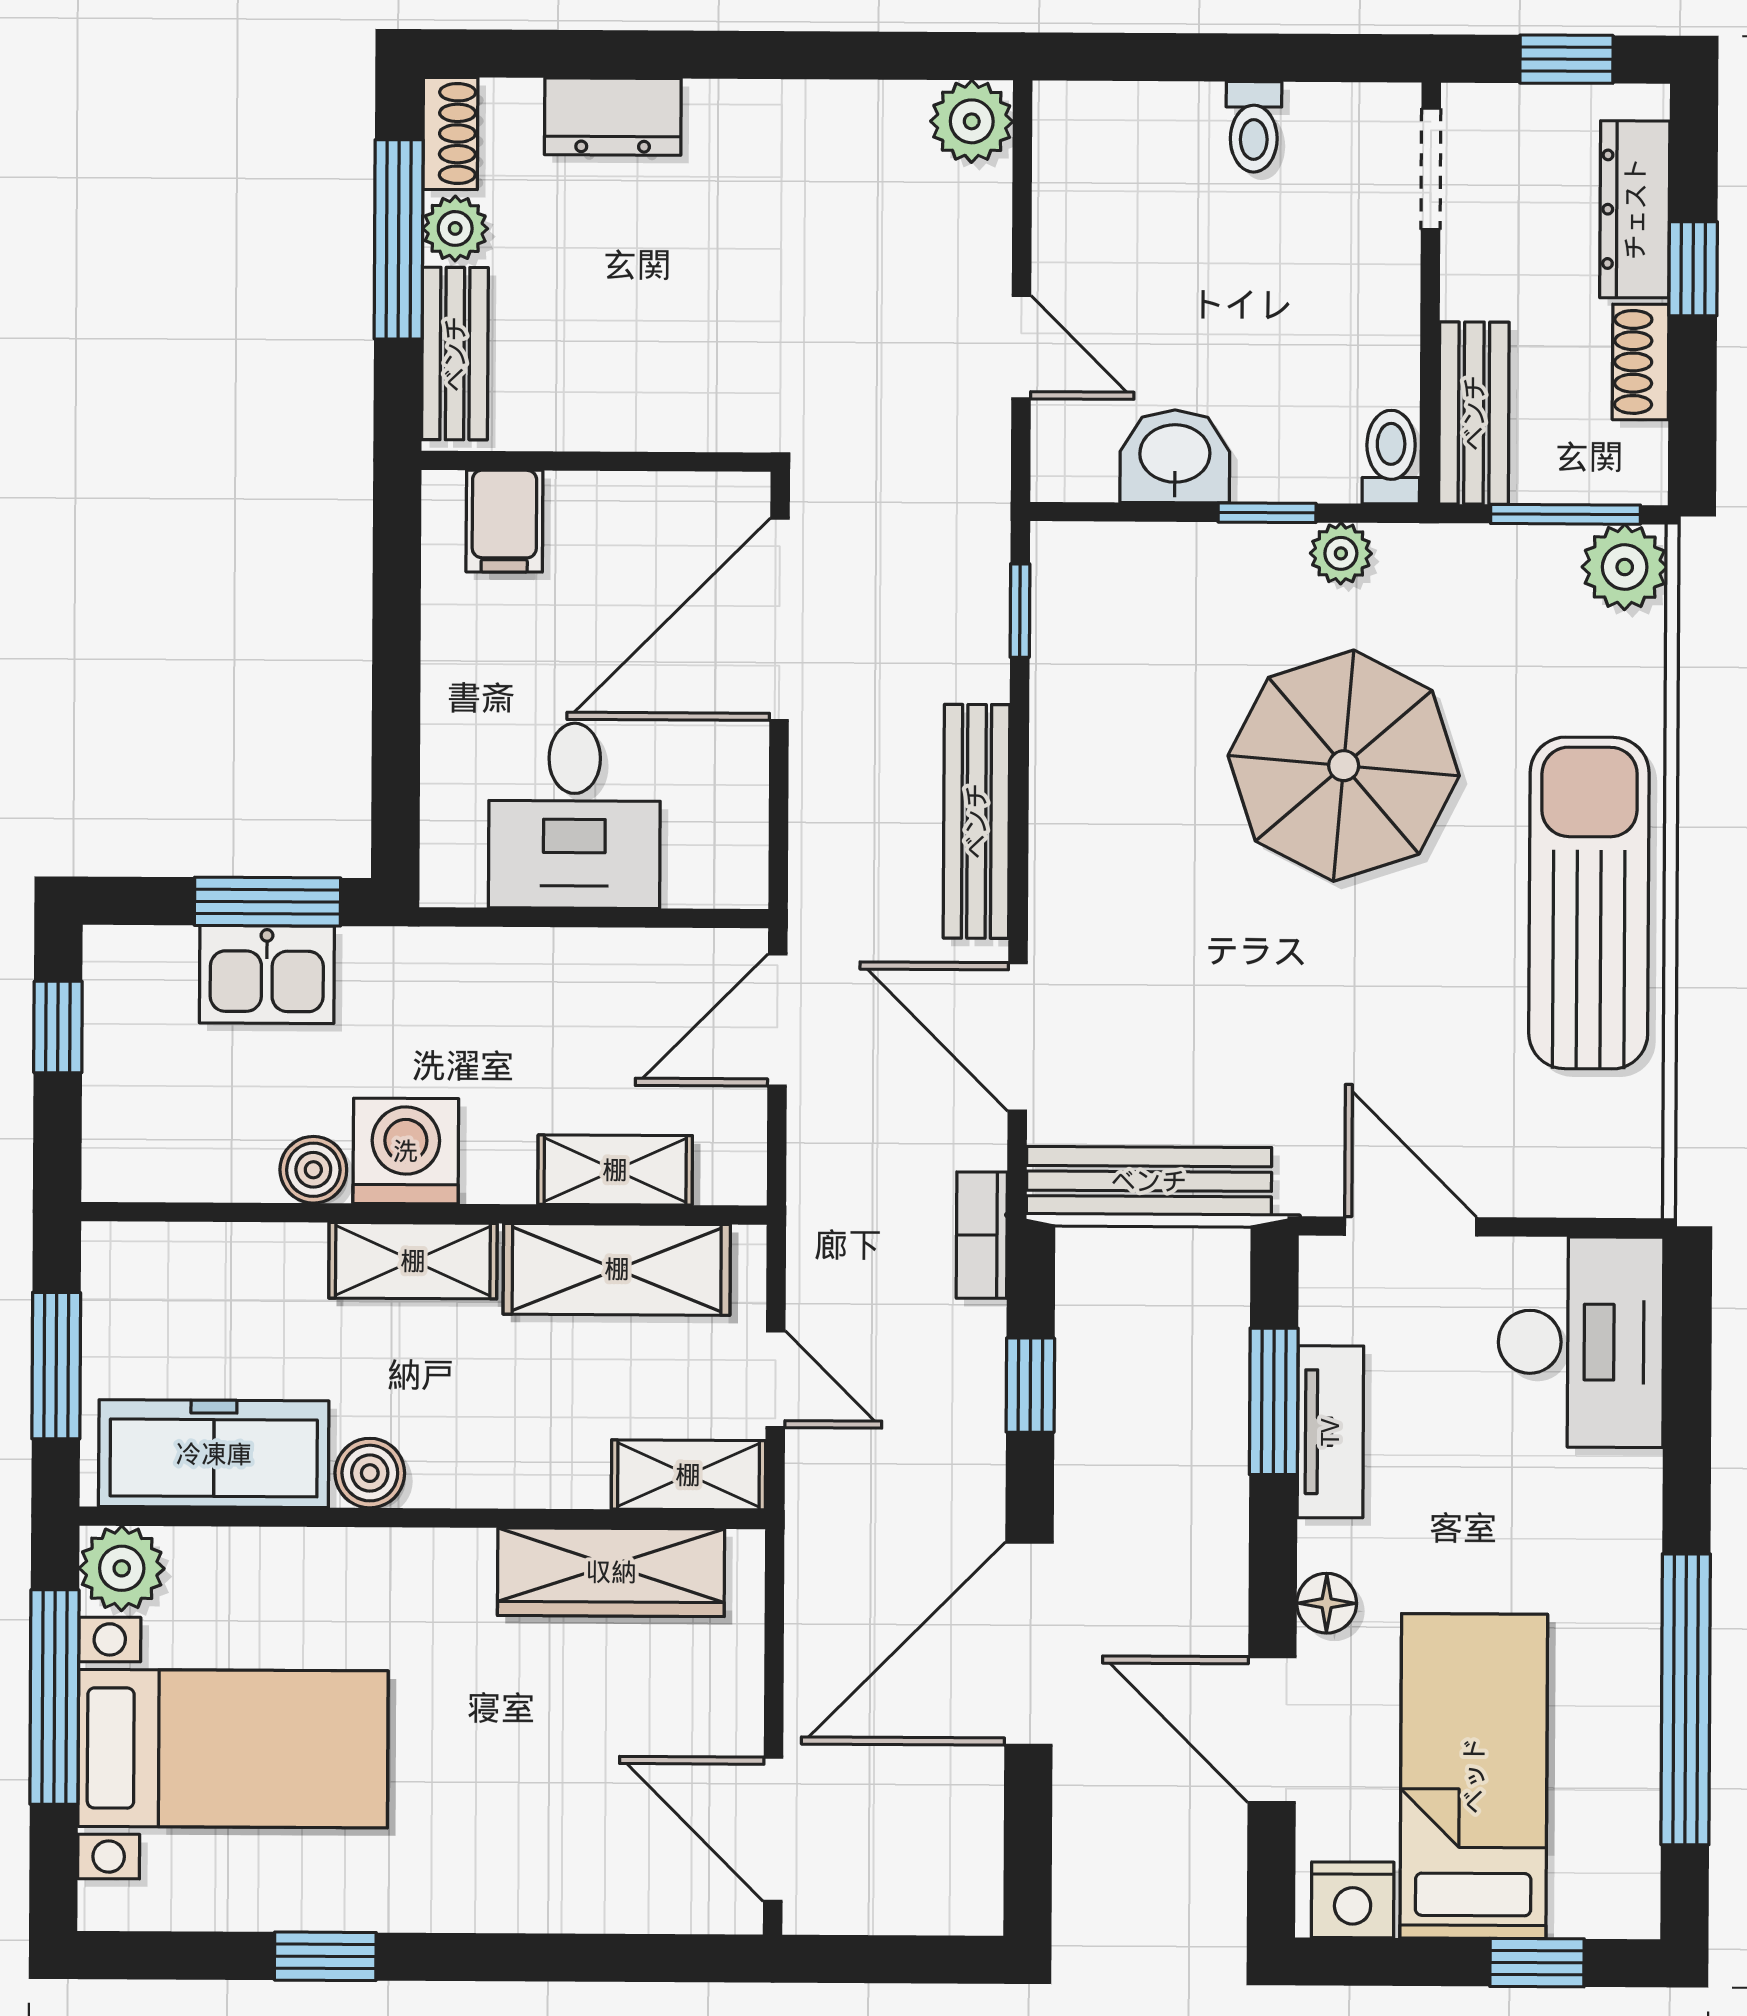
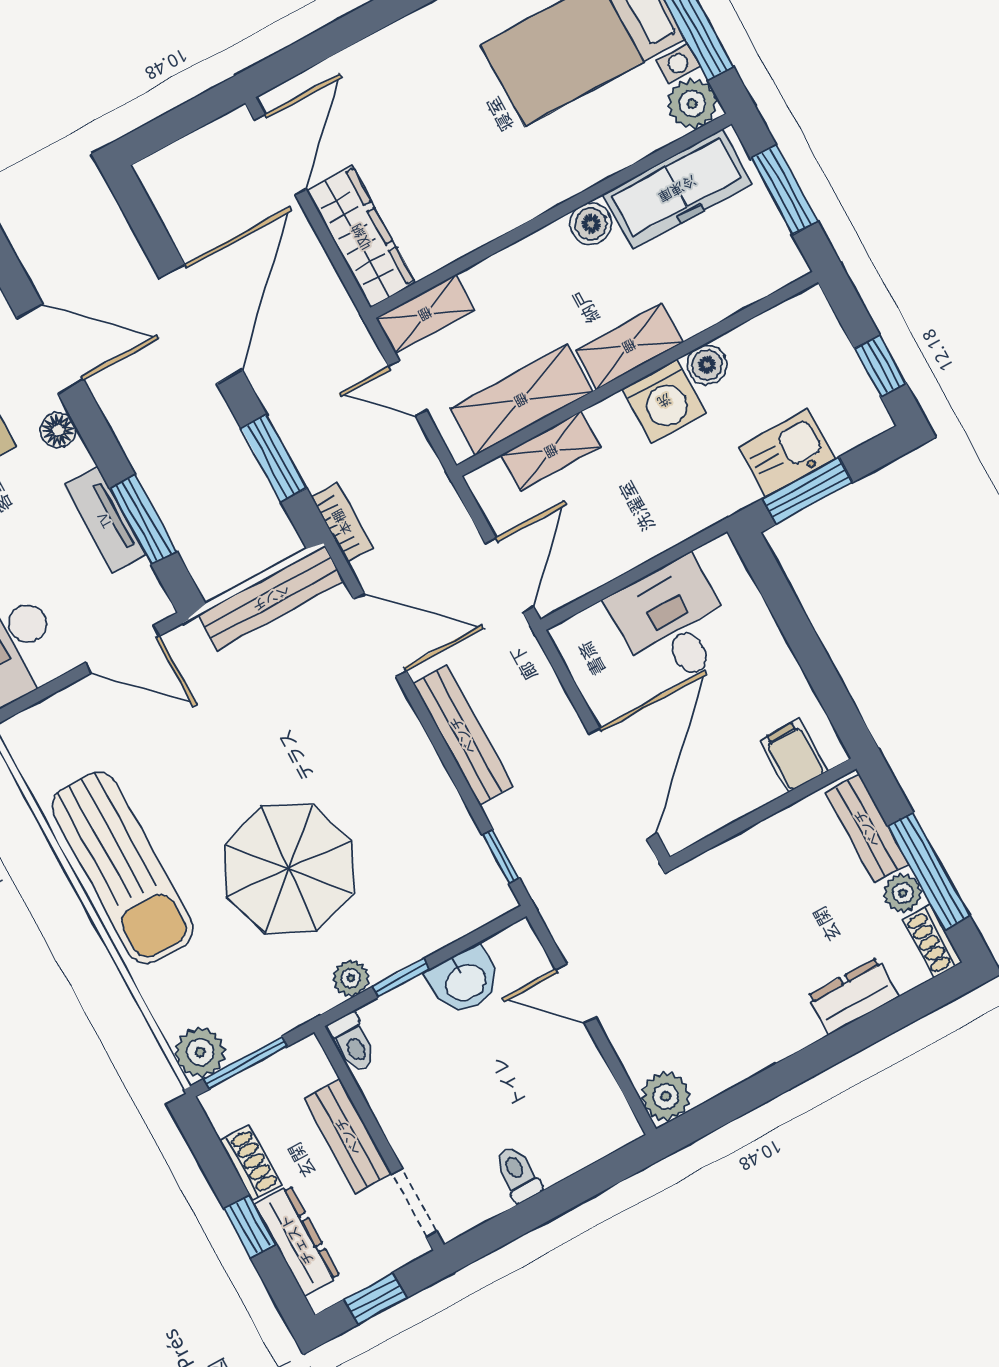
bench: (1474, 413) -> (348, 1136), moved
window: (1030, 1385) -> (274, 458), width x1.50
wardrobe: (611, 1572) -> (361, 237), moved, turned 90
door: (773, 1829) -> (280, 155), hinge flipped

